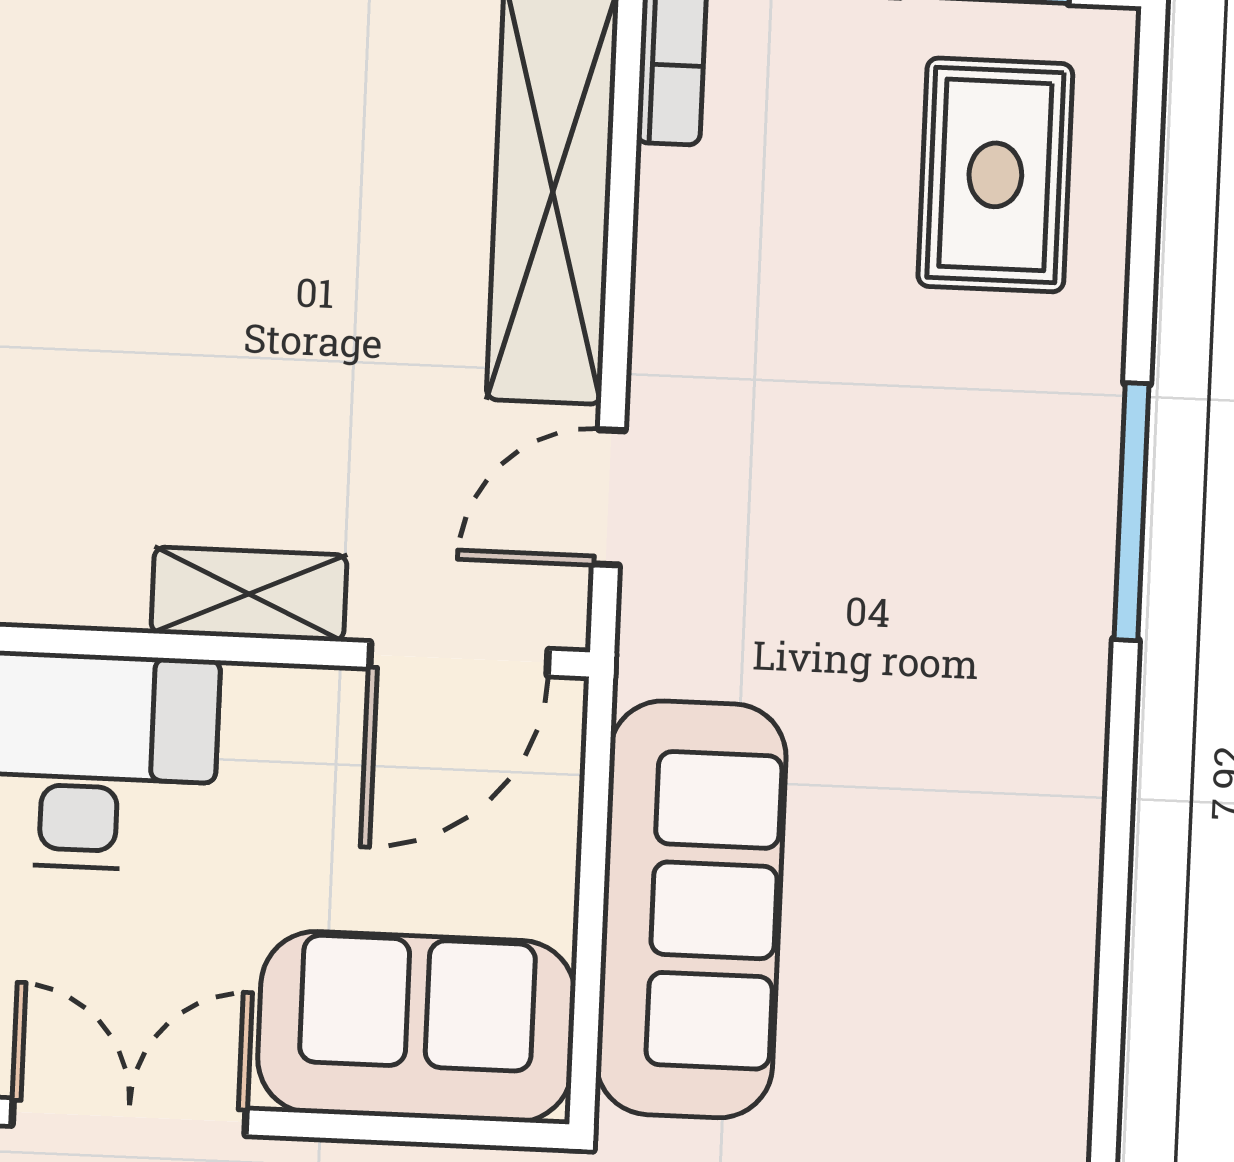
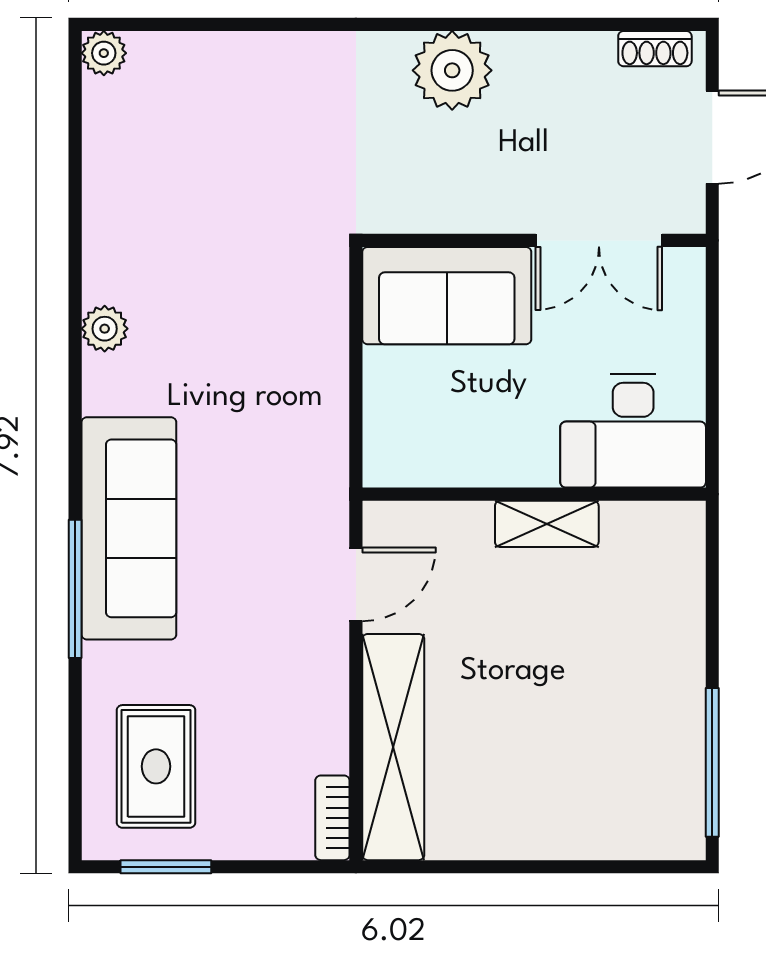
door: (459, 659) -> (433, 494), removed
sofa: (691, 909) -> (129, 528), moved, turned 180
plant: (1055, 993) -> (105, 329), added

